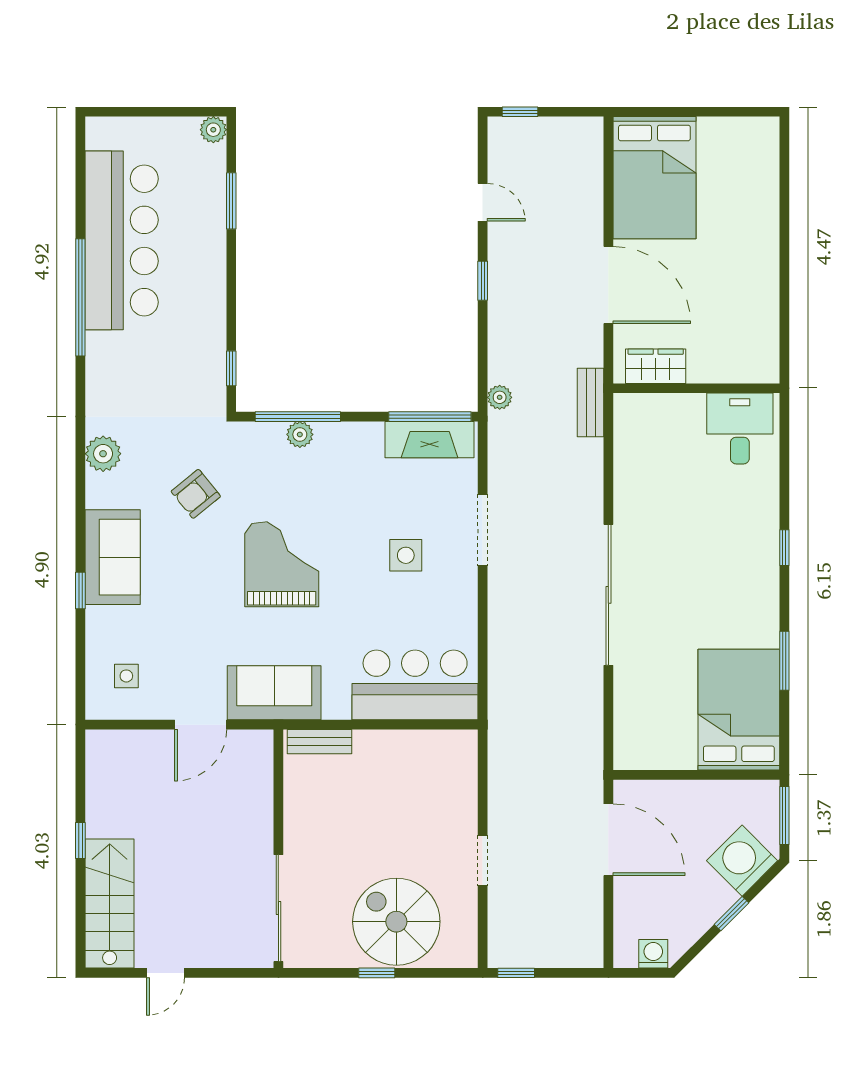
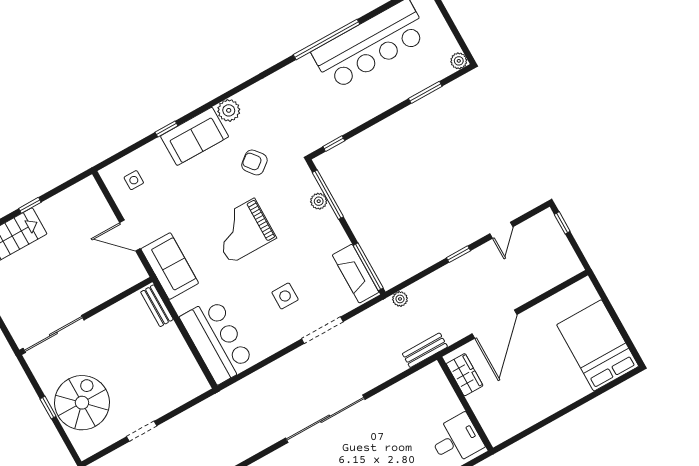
bed: (654, 178) -> (598, 345), moved, turned 90
plant: (103, 454) -> (229, 110), moved
grand piano: (282, 564) -> (242, 231), turned 180

